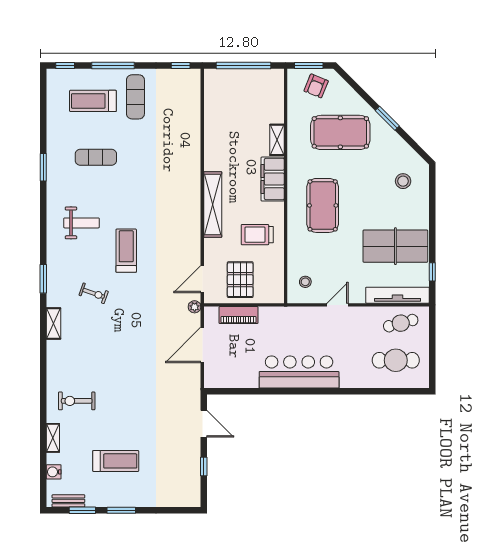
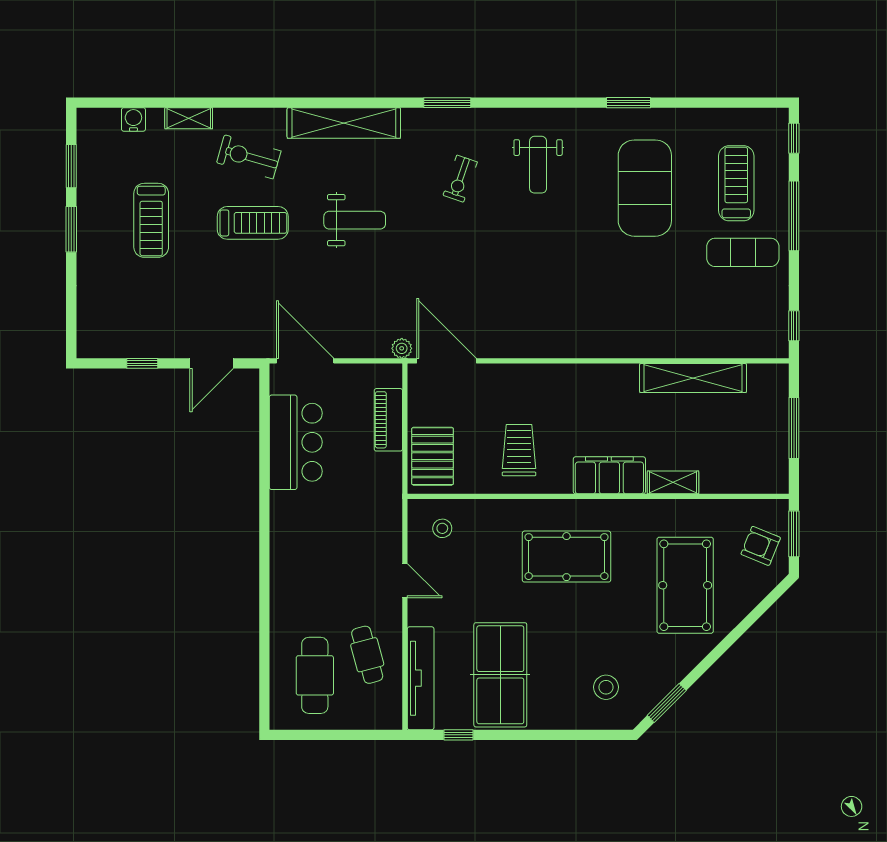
window: (244, 66) -> (794, 428), width x0.68
window: (387, 118) -> (667, 703), moved
exercise mat: (96, 157) -> (645, 188), width x2.00, depth x1.45
shelving: (213, 205) -> (693, 378), moved
treadmill: (126, 251) -> (253, 223), moved
door: (202, 279) -> (447, 361), width x1.36
pallet: (240, 280) -> (433, 456), moved, turned 90
exercise bike: (94, 293) -> (460, 179), moved
shelving: (53, 323) -> (344, 123), width x2.20, depth x1.33
cafe table: (401, 323) -> (367, 655), moved
weight bench: (116, 336) -> (355, 220), added
door: (202, 345) -> (305, 361), moved
bar counter: (299, 372) -> (296, 442), moved, width x0.73
exercise bike: (77, 401) -> (249, 157), turned -74
bench: (68, 501) -> (86, 143), removed

